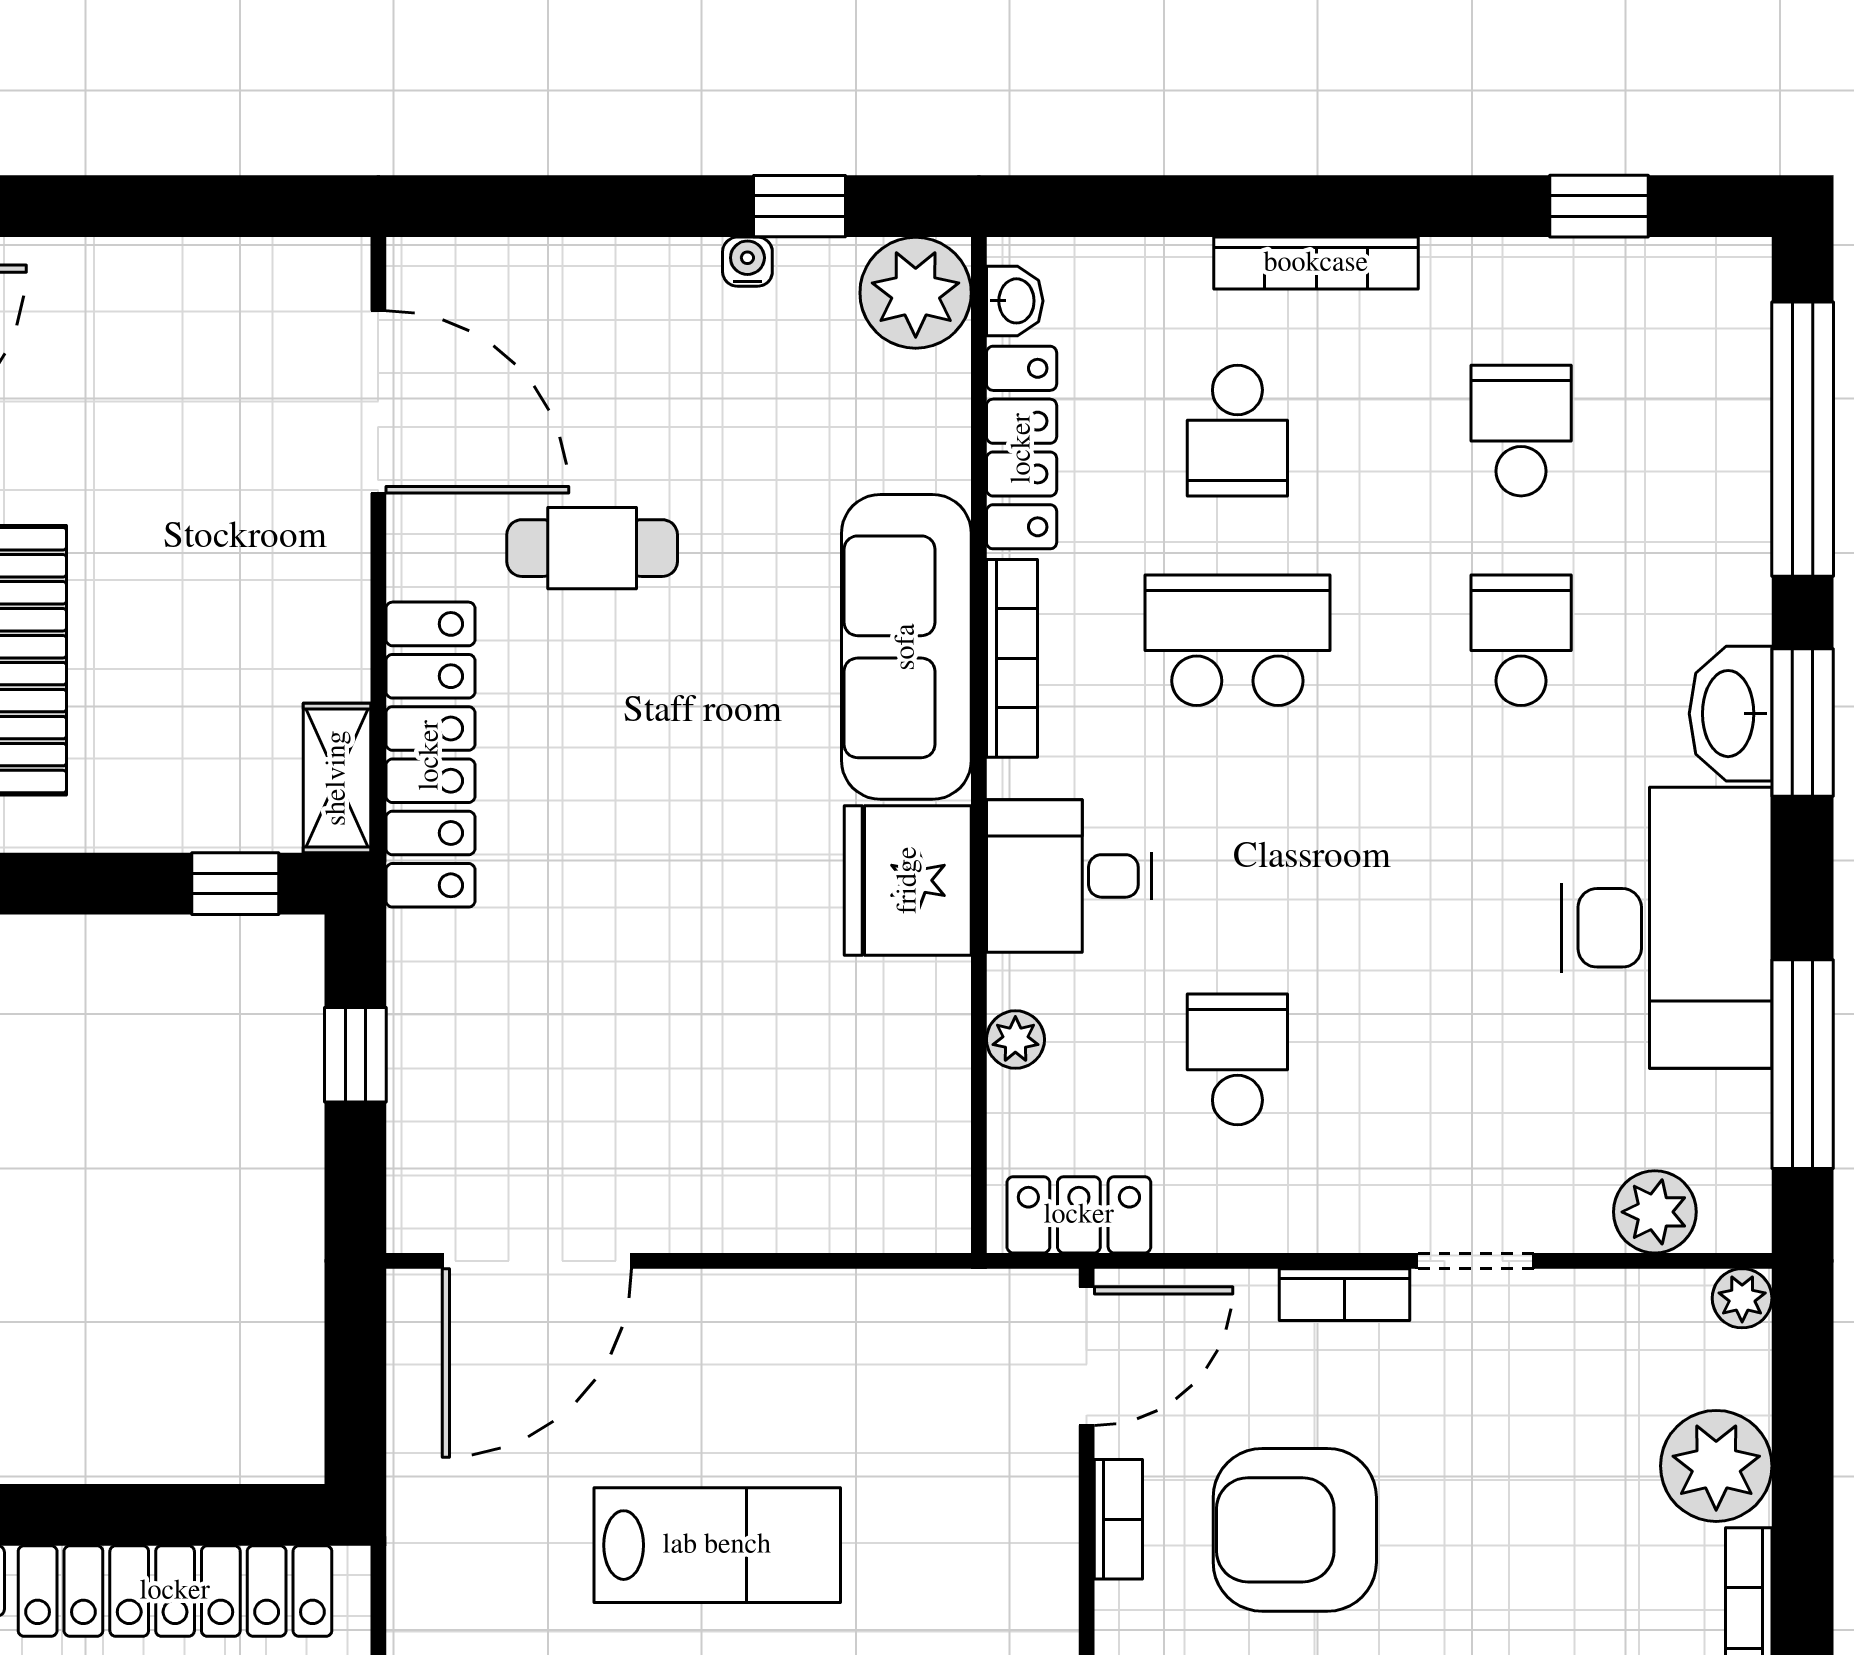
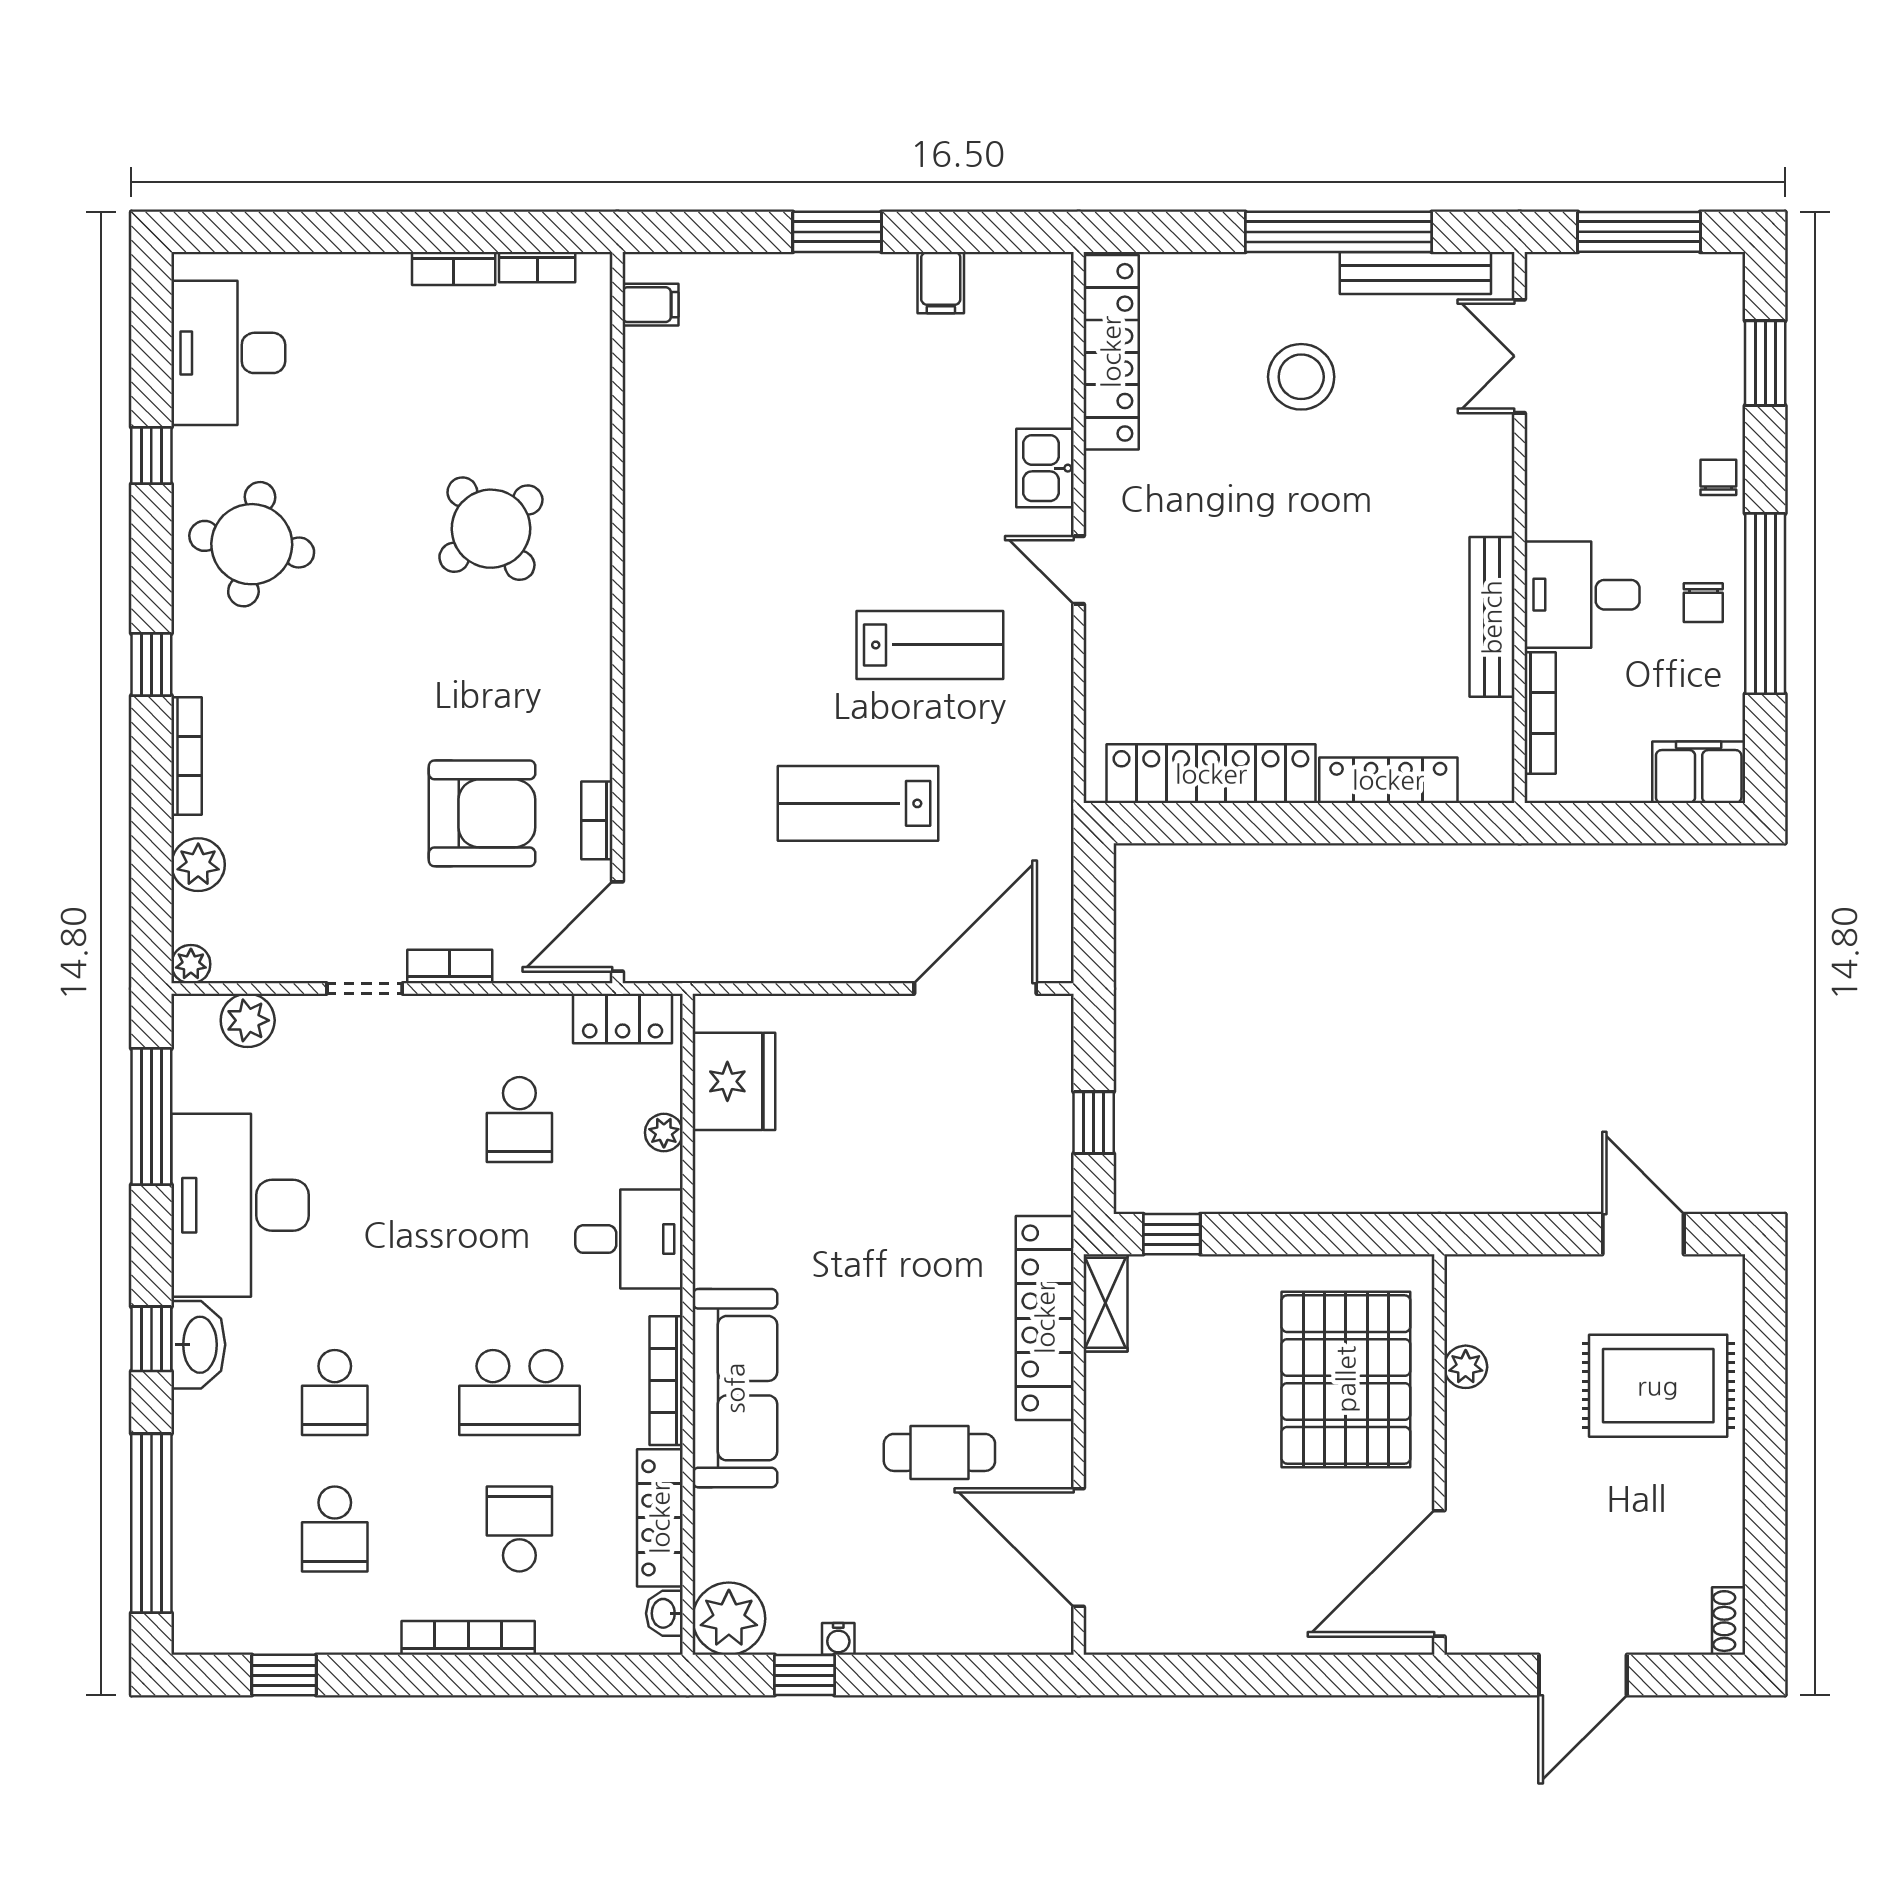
window: (1803, 722) -> (151, 1339), width x0.67
fridge: (908, 880) -> (734, 1081), moved
plant: (1716, 1466) -> (198, 865), width x0.73, depth x0.73

